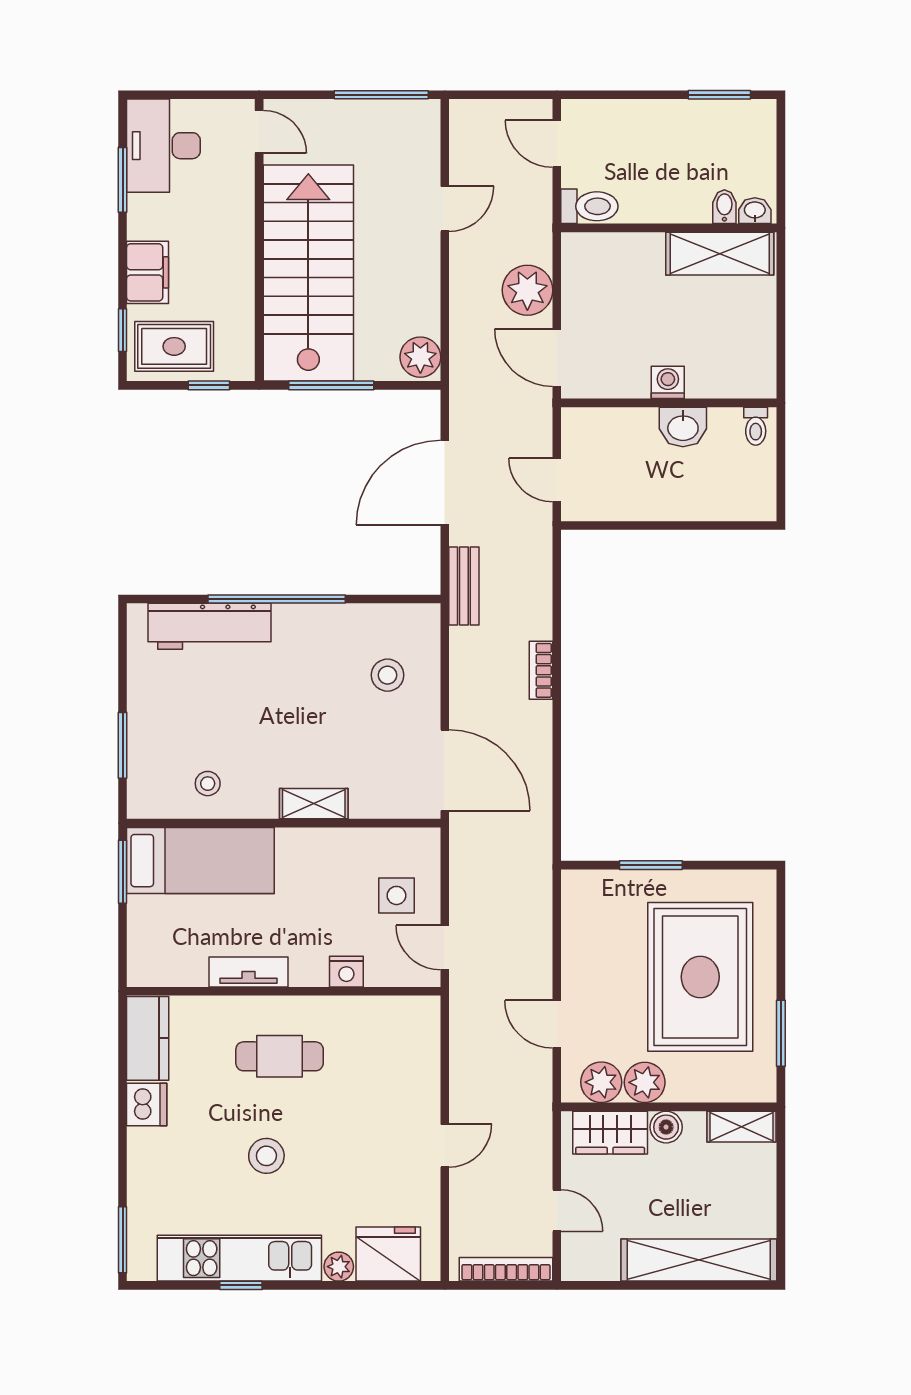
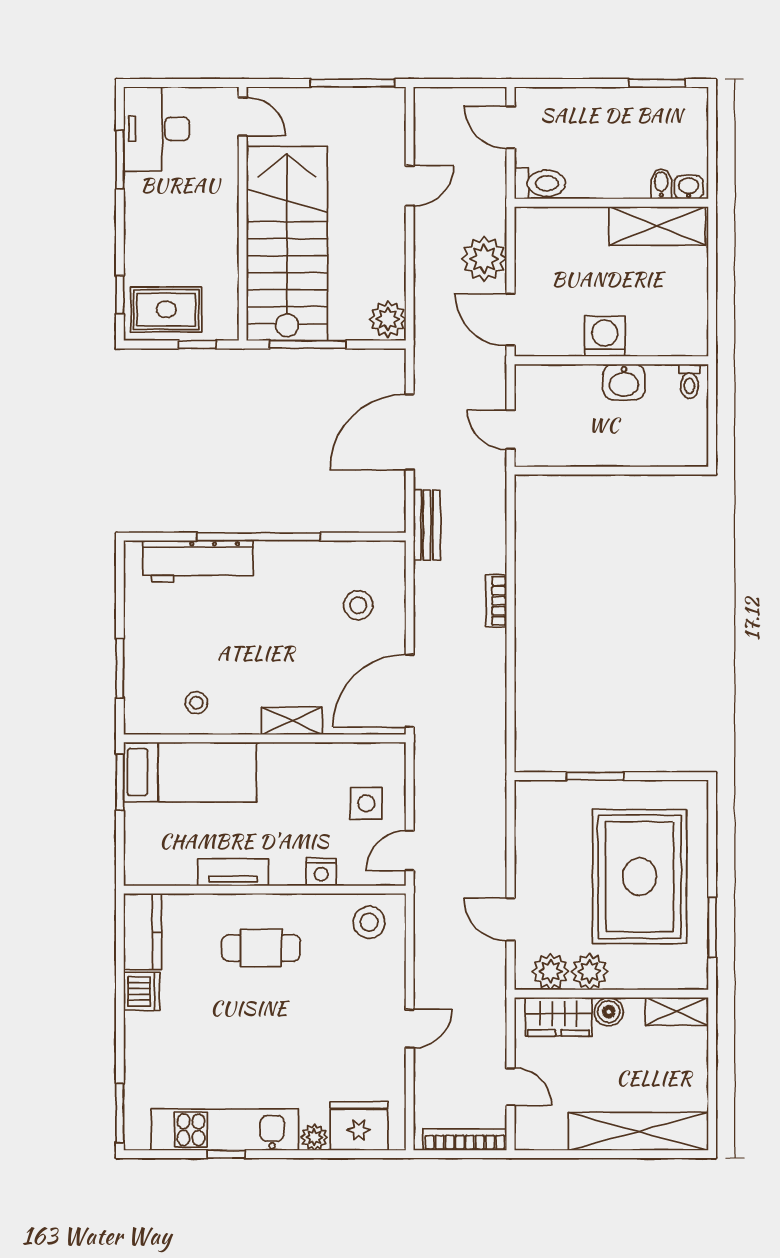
filing cabinet: (148, 272) -> (142, 243), removed
washing machine: (668, 382) -> (605, 336), width x1.38, depth x1.38
door: (445, 770) -> (410, 691), swing flipped
door: (445, 948) -> (410, 850), hinge flipped
stool: (266, 1156) -> (369, 922), moved

